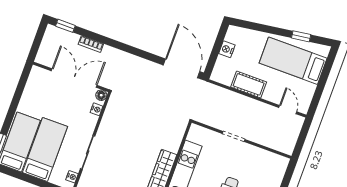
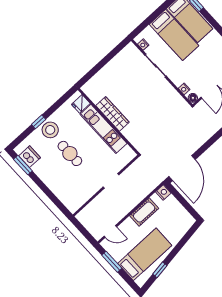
nightstand: (227, 49) -> (163, 192), moved
door: (181, 68) -> (182, 168), hinge flipped
window: (319, 92) -> (112, 262), added

